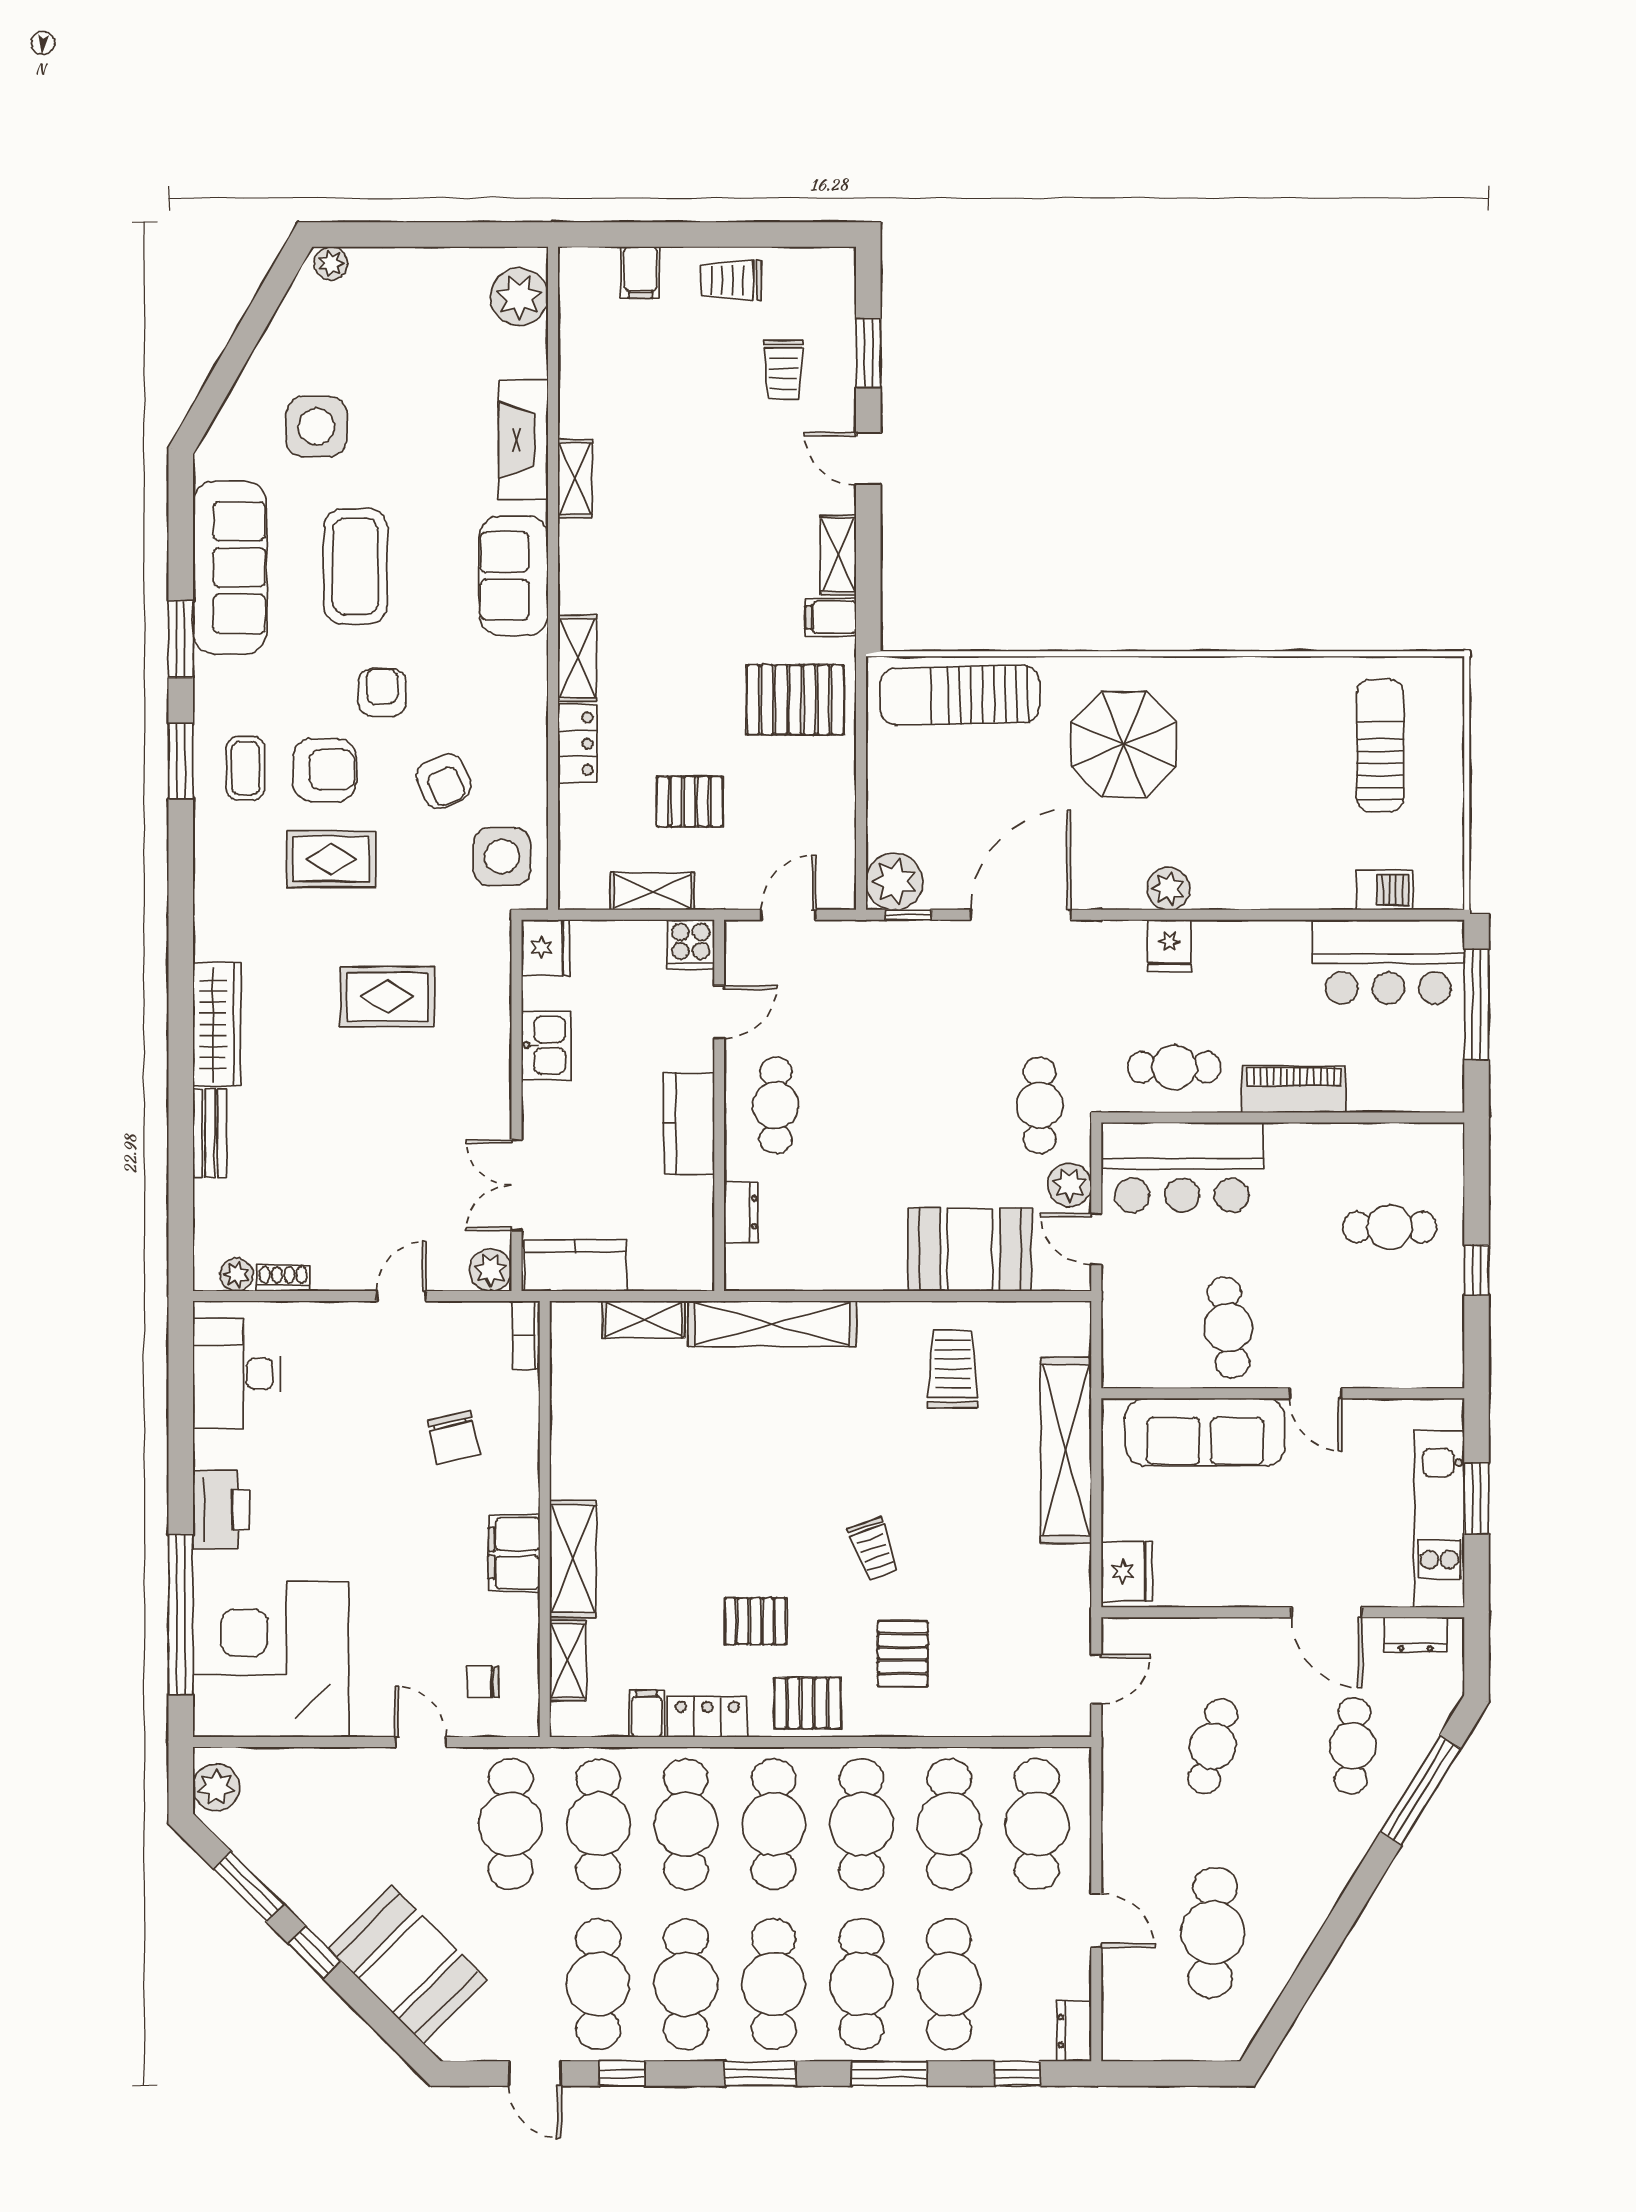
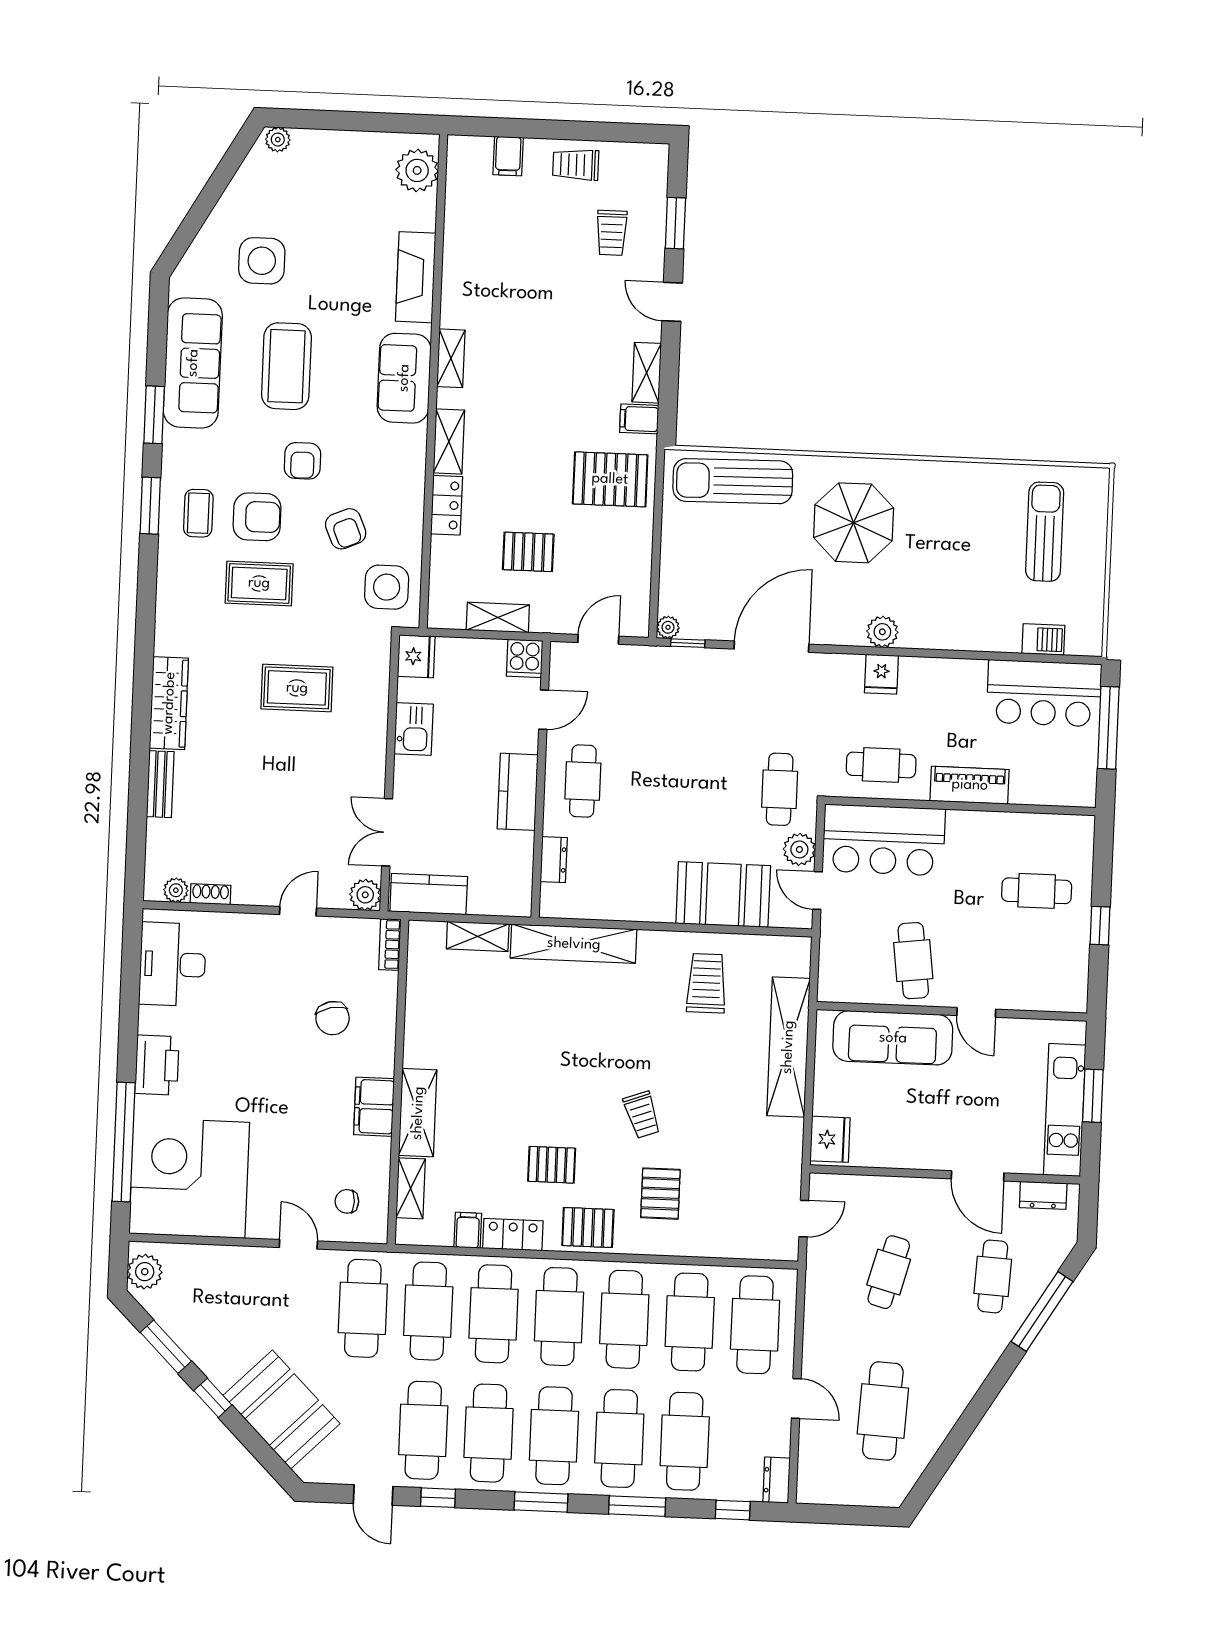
shelving: (575, 478) -> (451, 358), moved
armchair: (382, 692) -> (302, 461), turned 180
plant: (894, 881) -> (668, 627), width x0.53, depth x0.53

